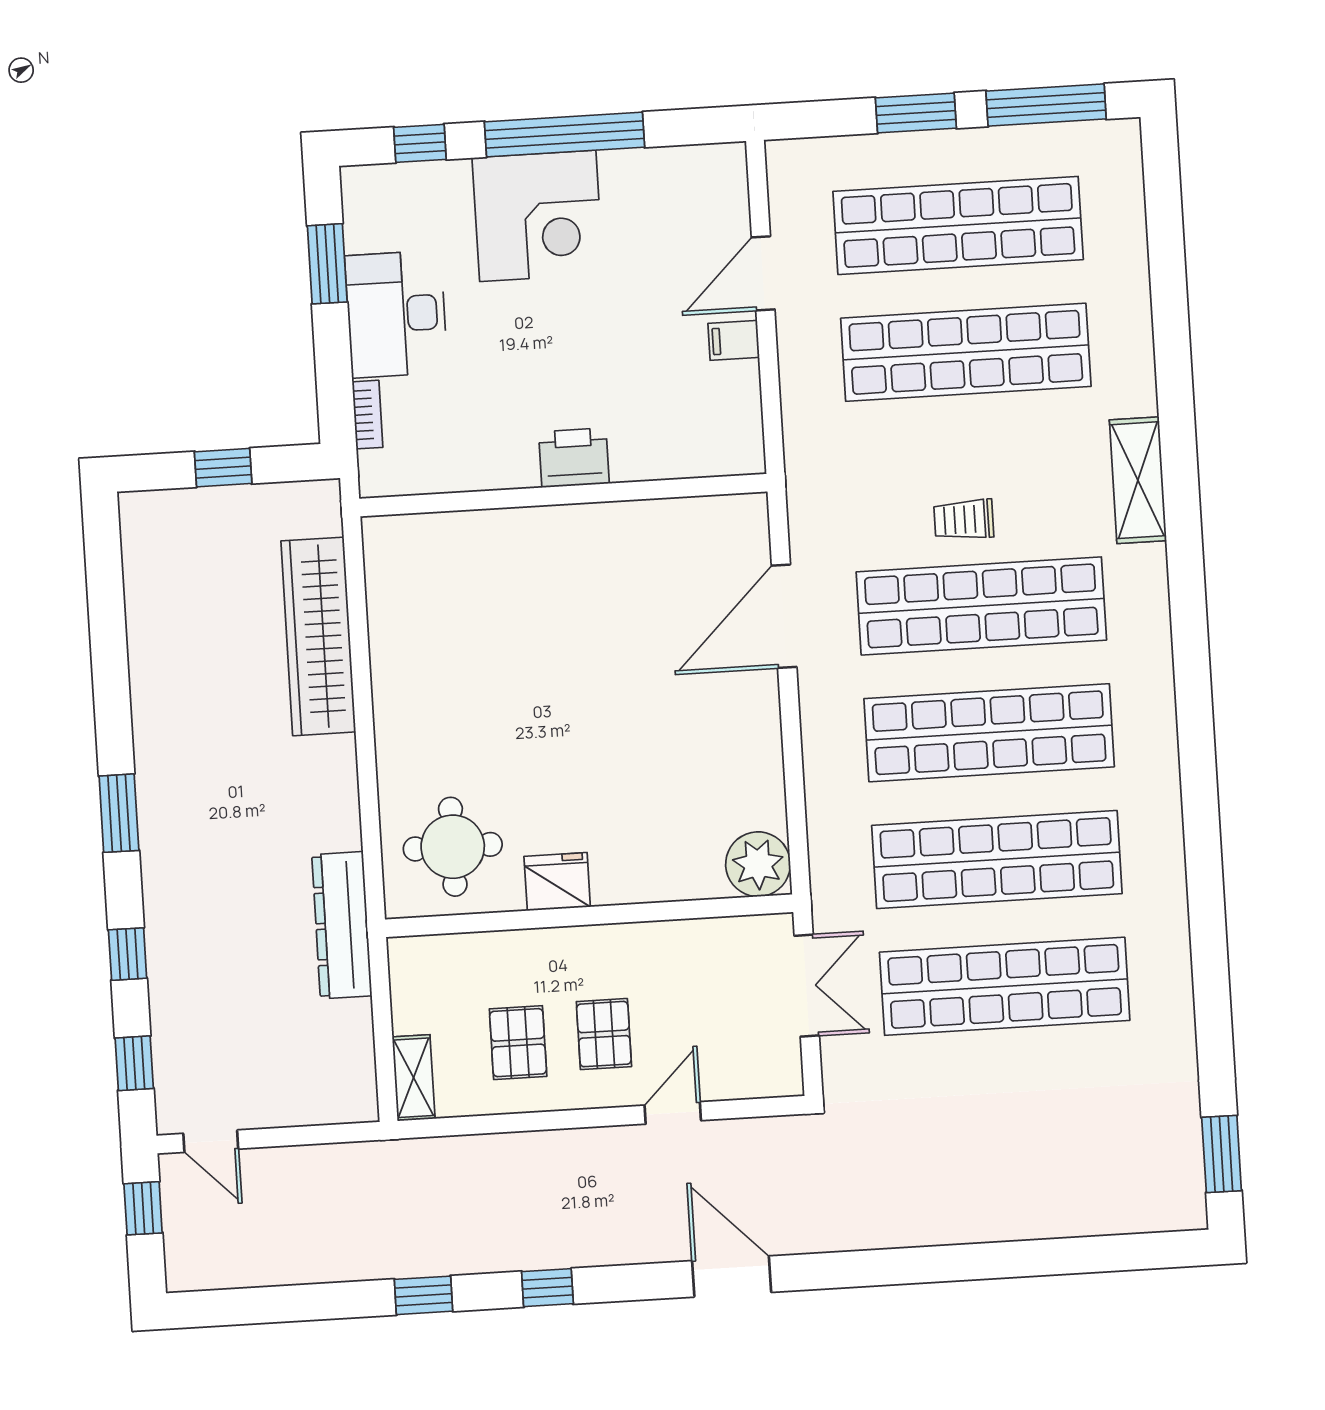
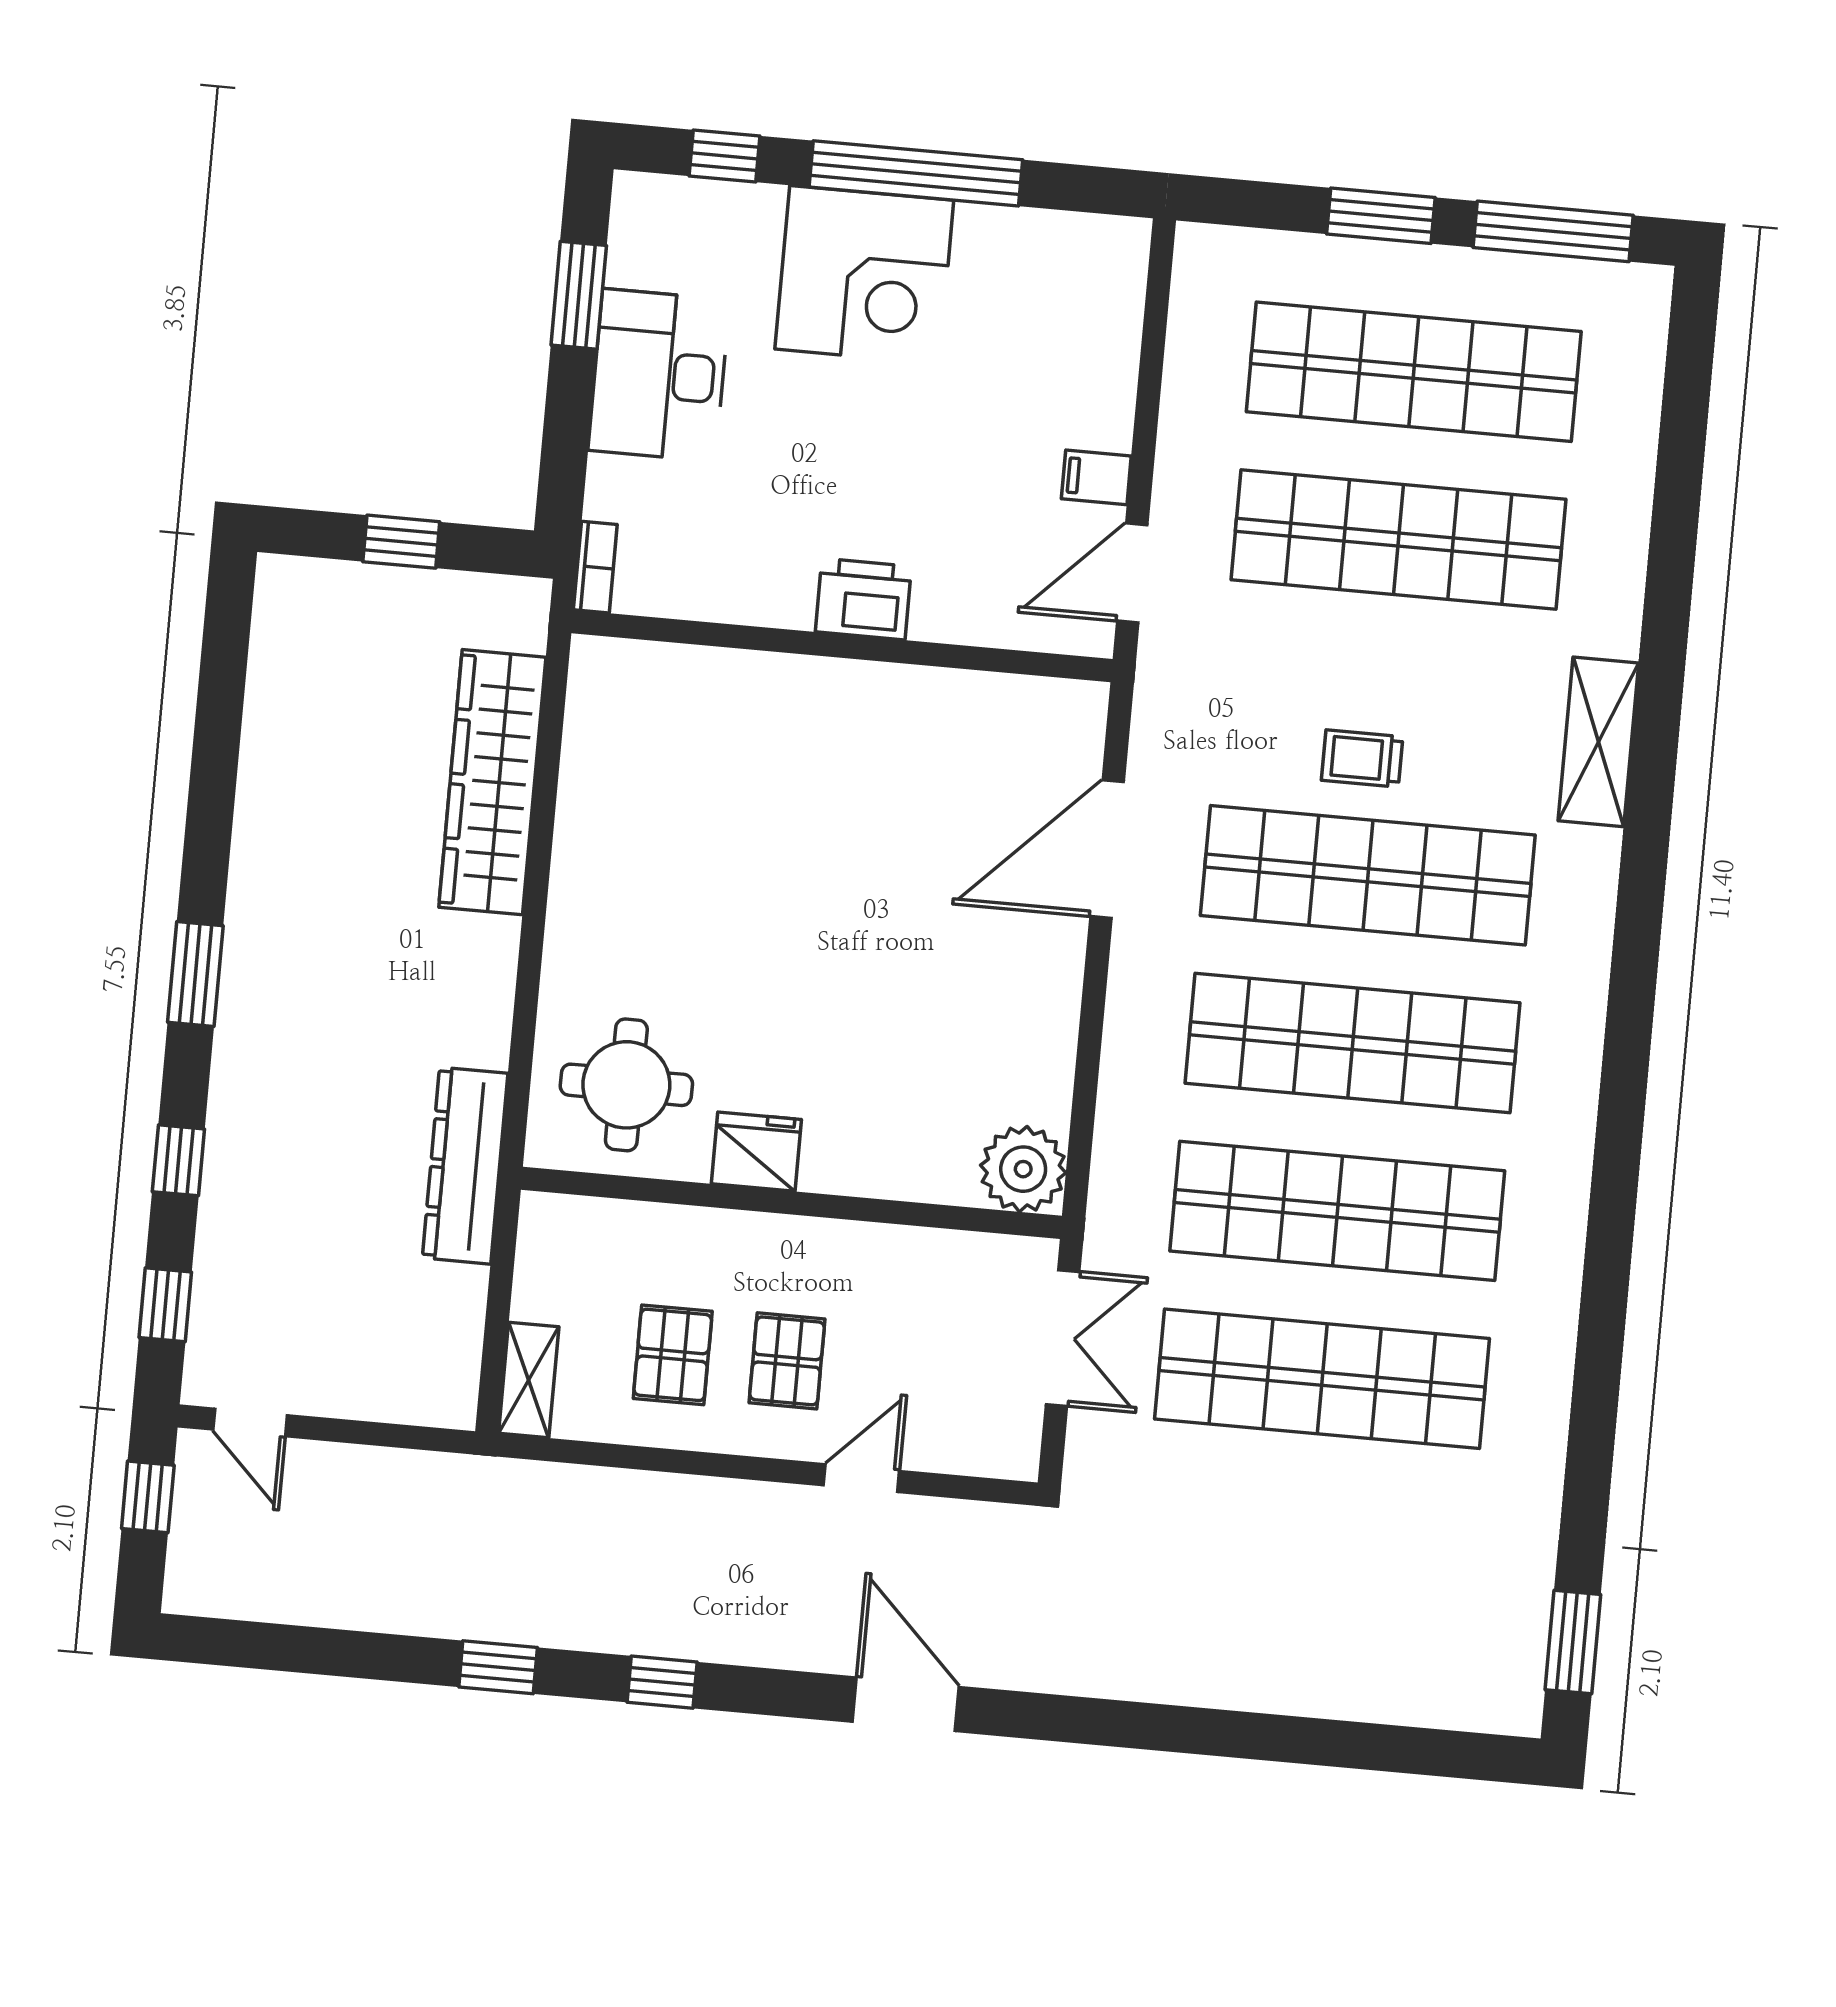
door: (763, 273) -> (1132, 573), moved
bookcase: (367, 415) -> (595, 567), moved

